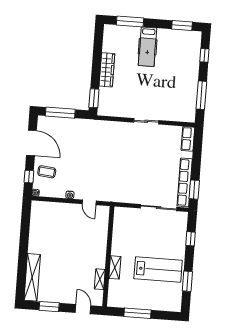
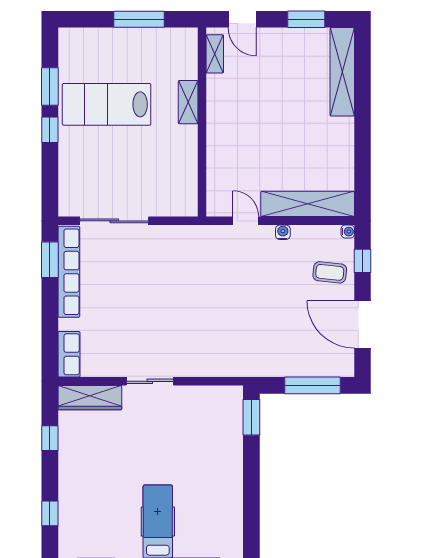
wardrobe: (107, 70) -> (90, 398), moved, turned -90
window: (201, 95) -> (50, 438), width x0.46
shelving: (56, 209) -> (308, 204), added
window: (191, 239) -> (50, 130), moved
shelving: (100, 279) -> (215, 54), moved

